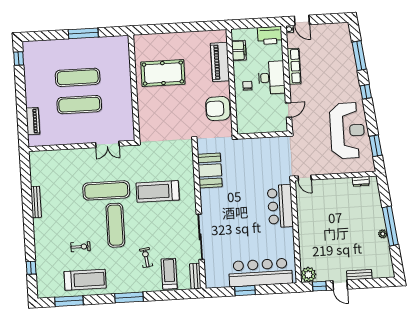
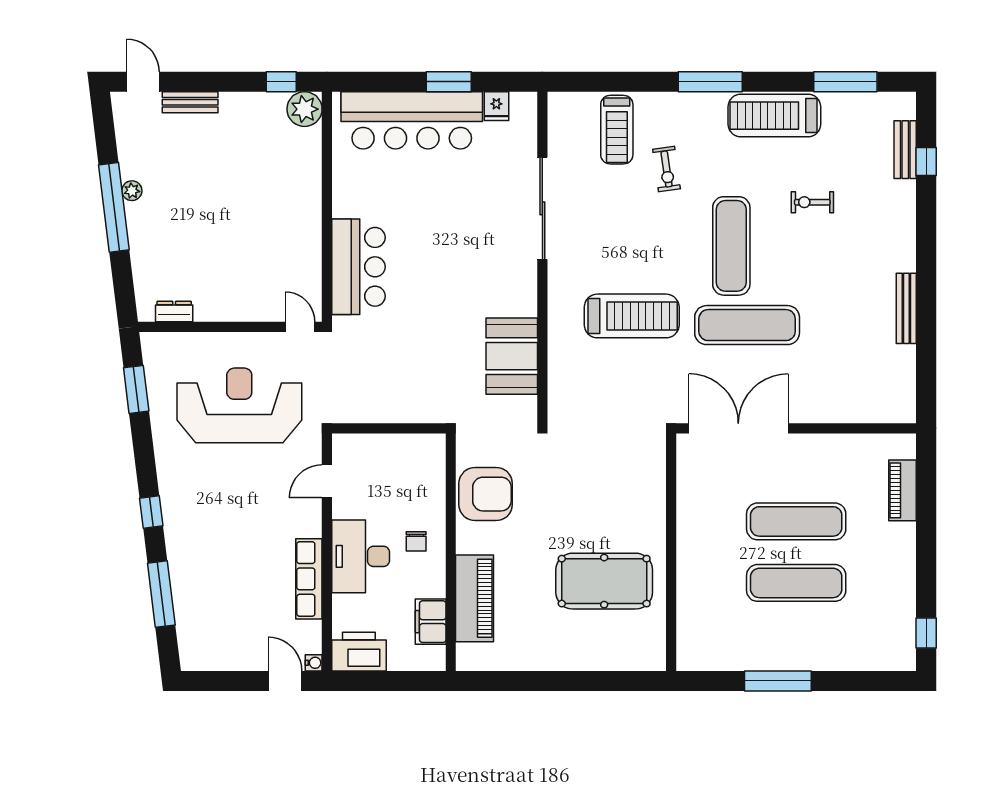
reception desk: (347, 131) -> (239, 405), moved, turned 90
double door: (107, 144) -> (738, 428), width x1.87
bench: (195, 276) -> (905, 150), moved
treadmill: (85, 280) -> (774, 116), moved
fridge: (223, 281) -> (496, 106), added
door: (340, 285) -> (143, 82), moved

